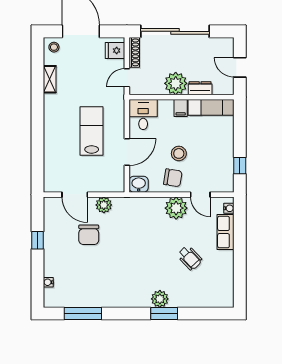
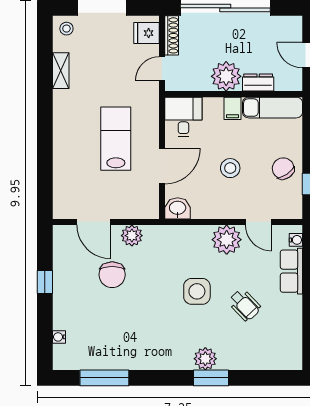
chair: (173, 178) -> (283, 168), moved, turned -133
side table: (153, 248) -> (197, 291), added

